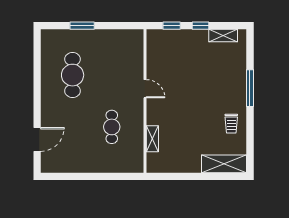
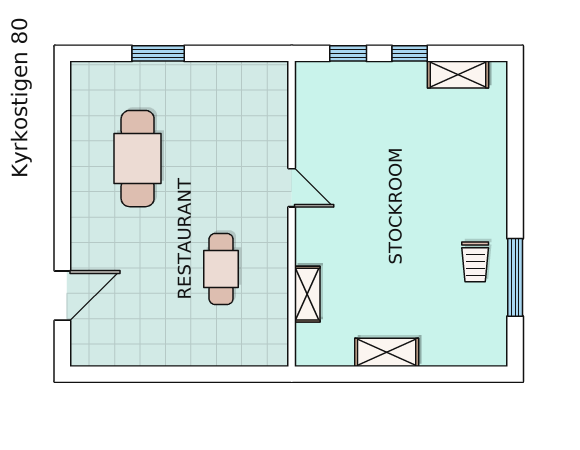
window: (250, 88) -> (515, 277), moved
shelving: (224, 164) -> (387, 352), moved, width x0.67, depth x0.75

